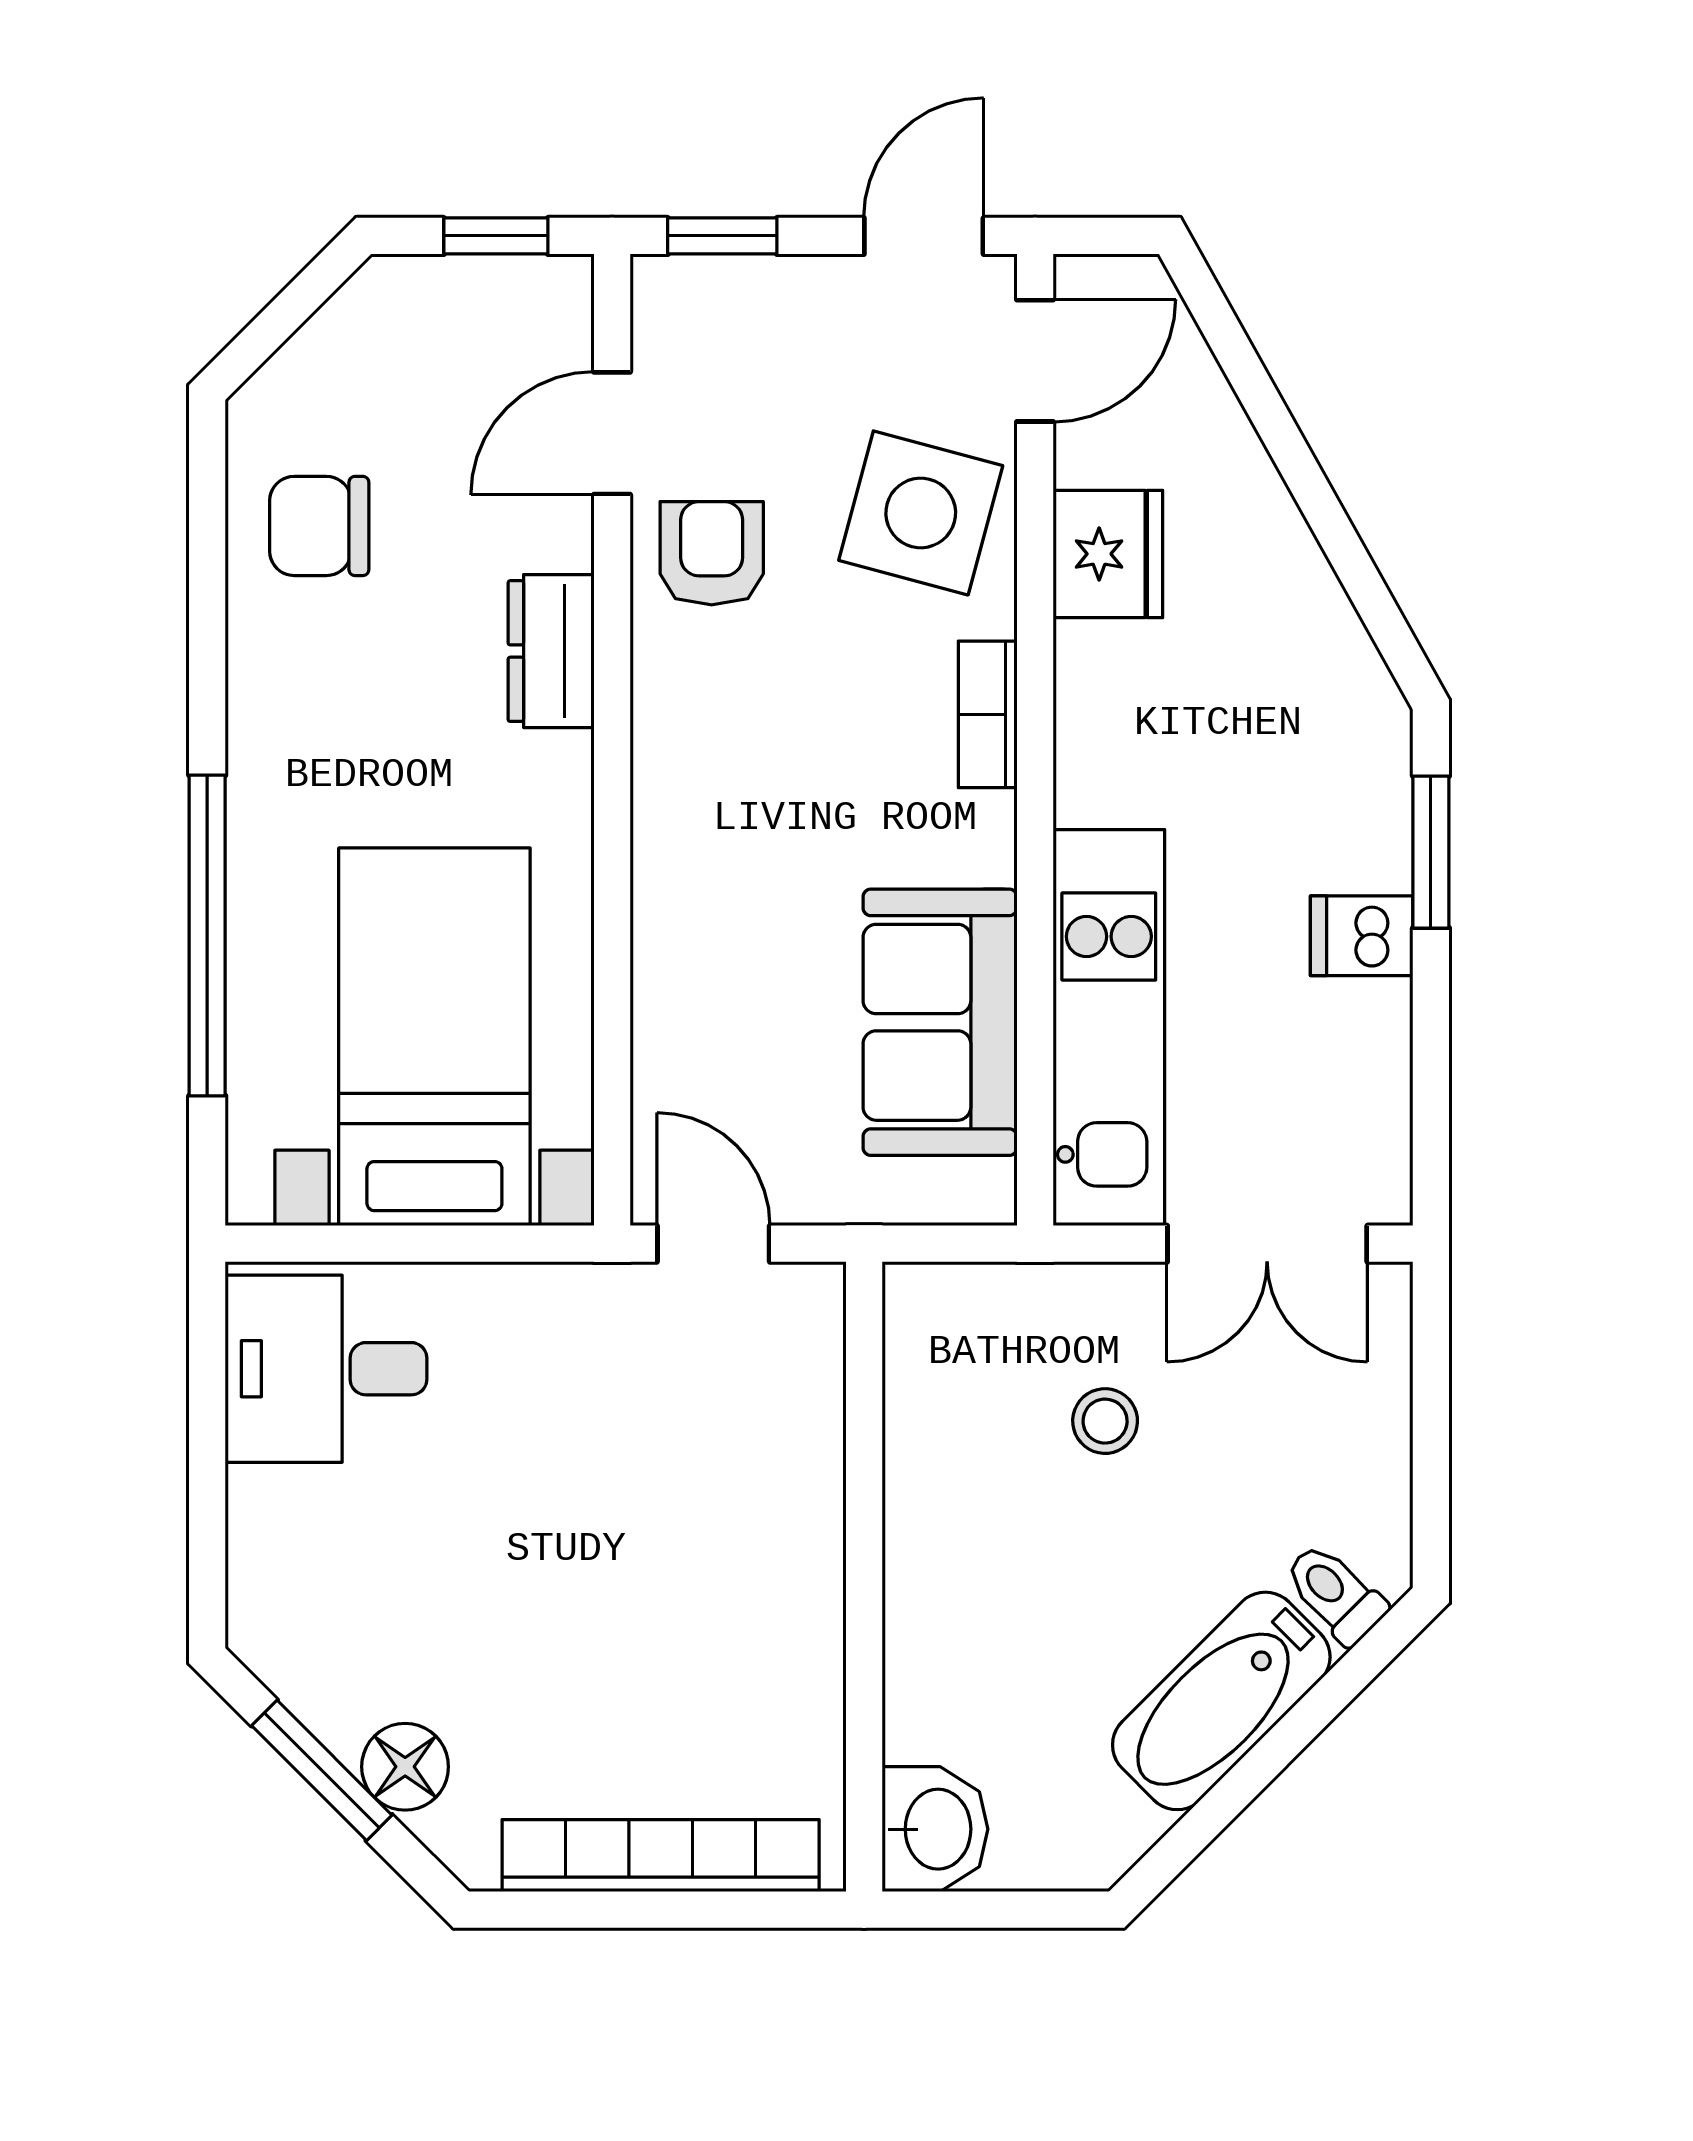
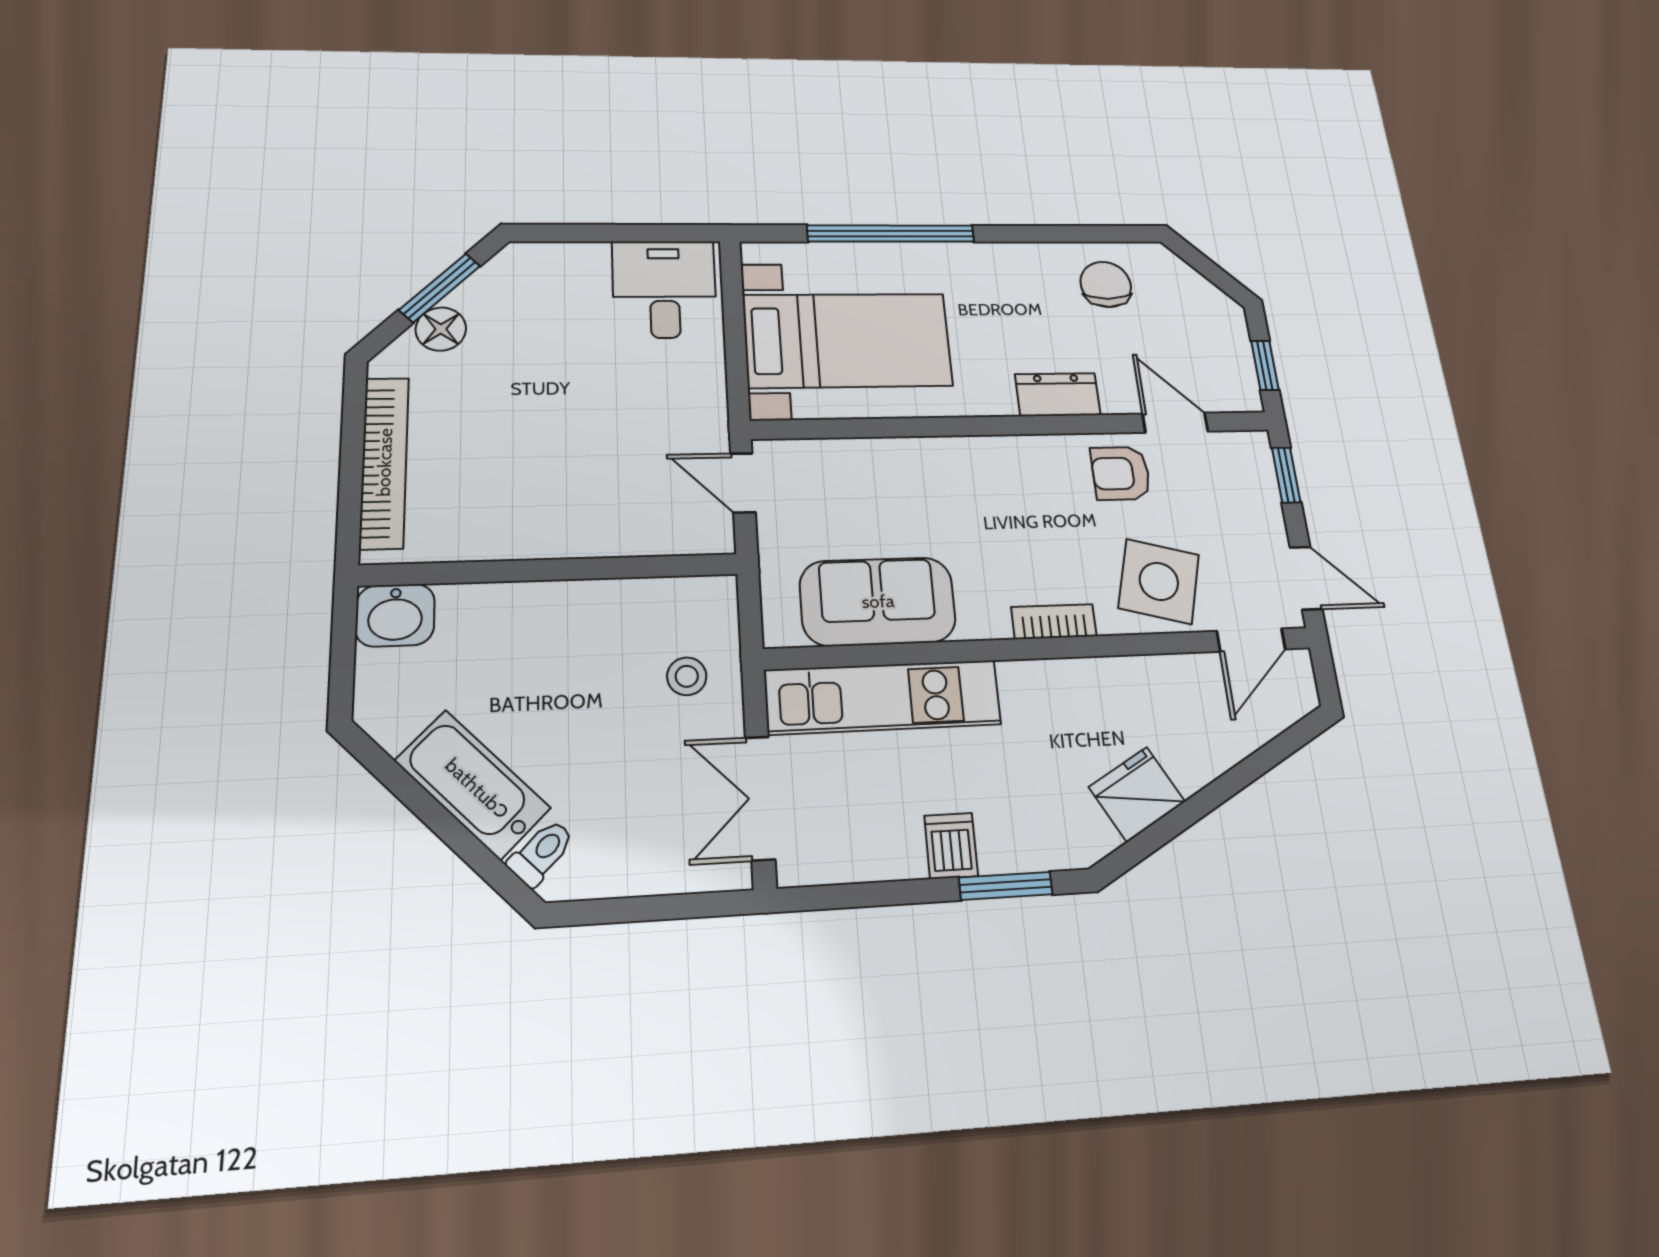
door: (1035, 361) -> (1251, 640), hinge flipped
armchair: (712, 553) -> (1121, 473), turned 180
fridge: (1108, 554) -> (1137, 794), moved, turned 151
door: (713, 1244) -> (743, 483), swing flipped
stool: (1105, 1421) -> (687, 676), moved

